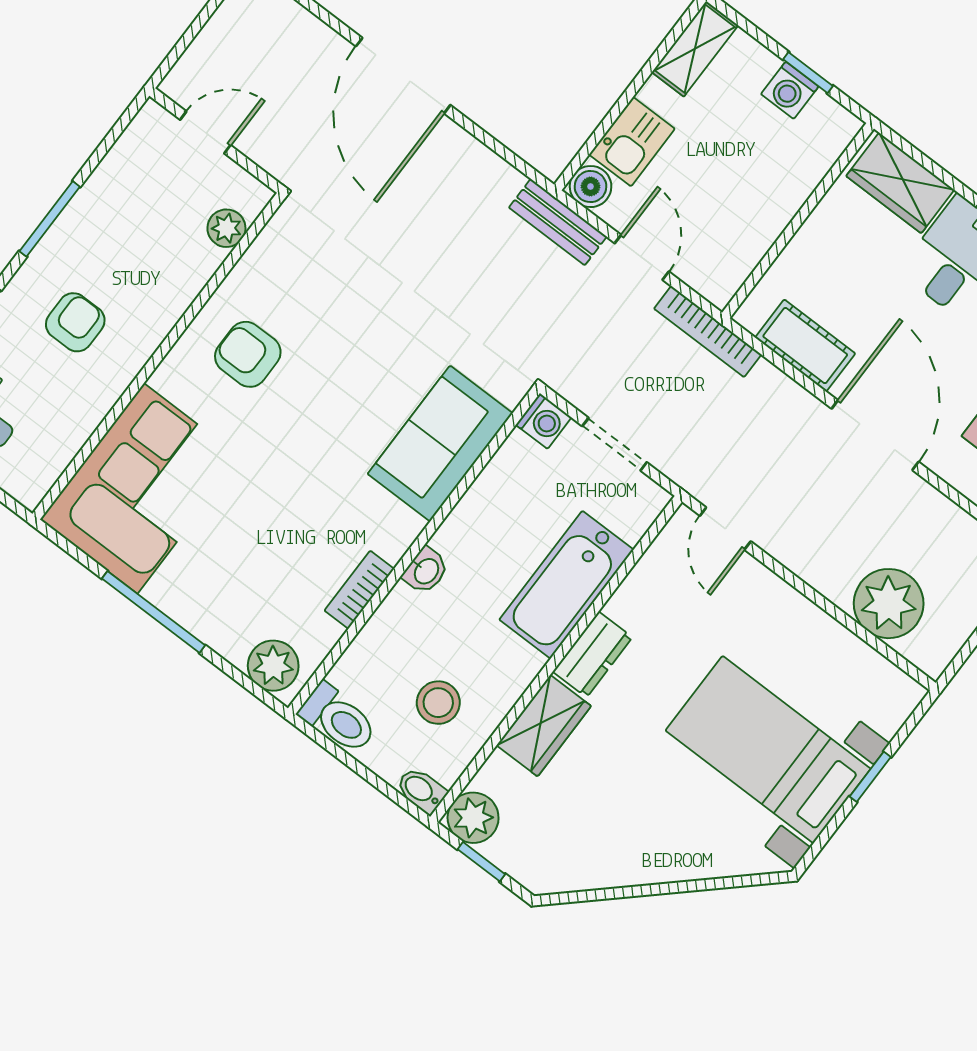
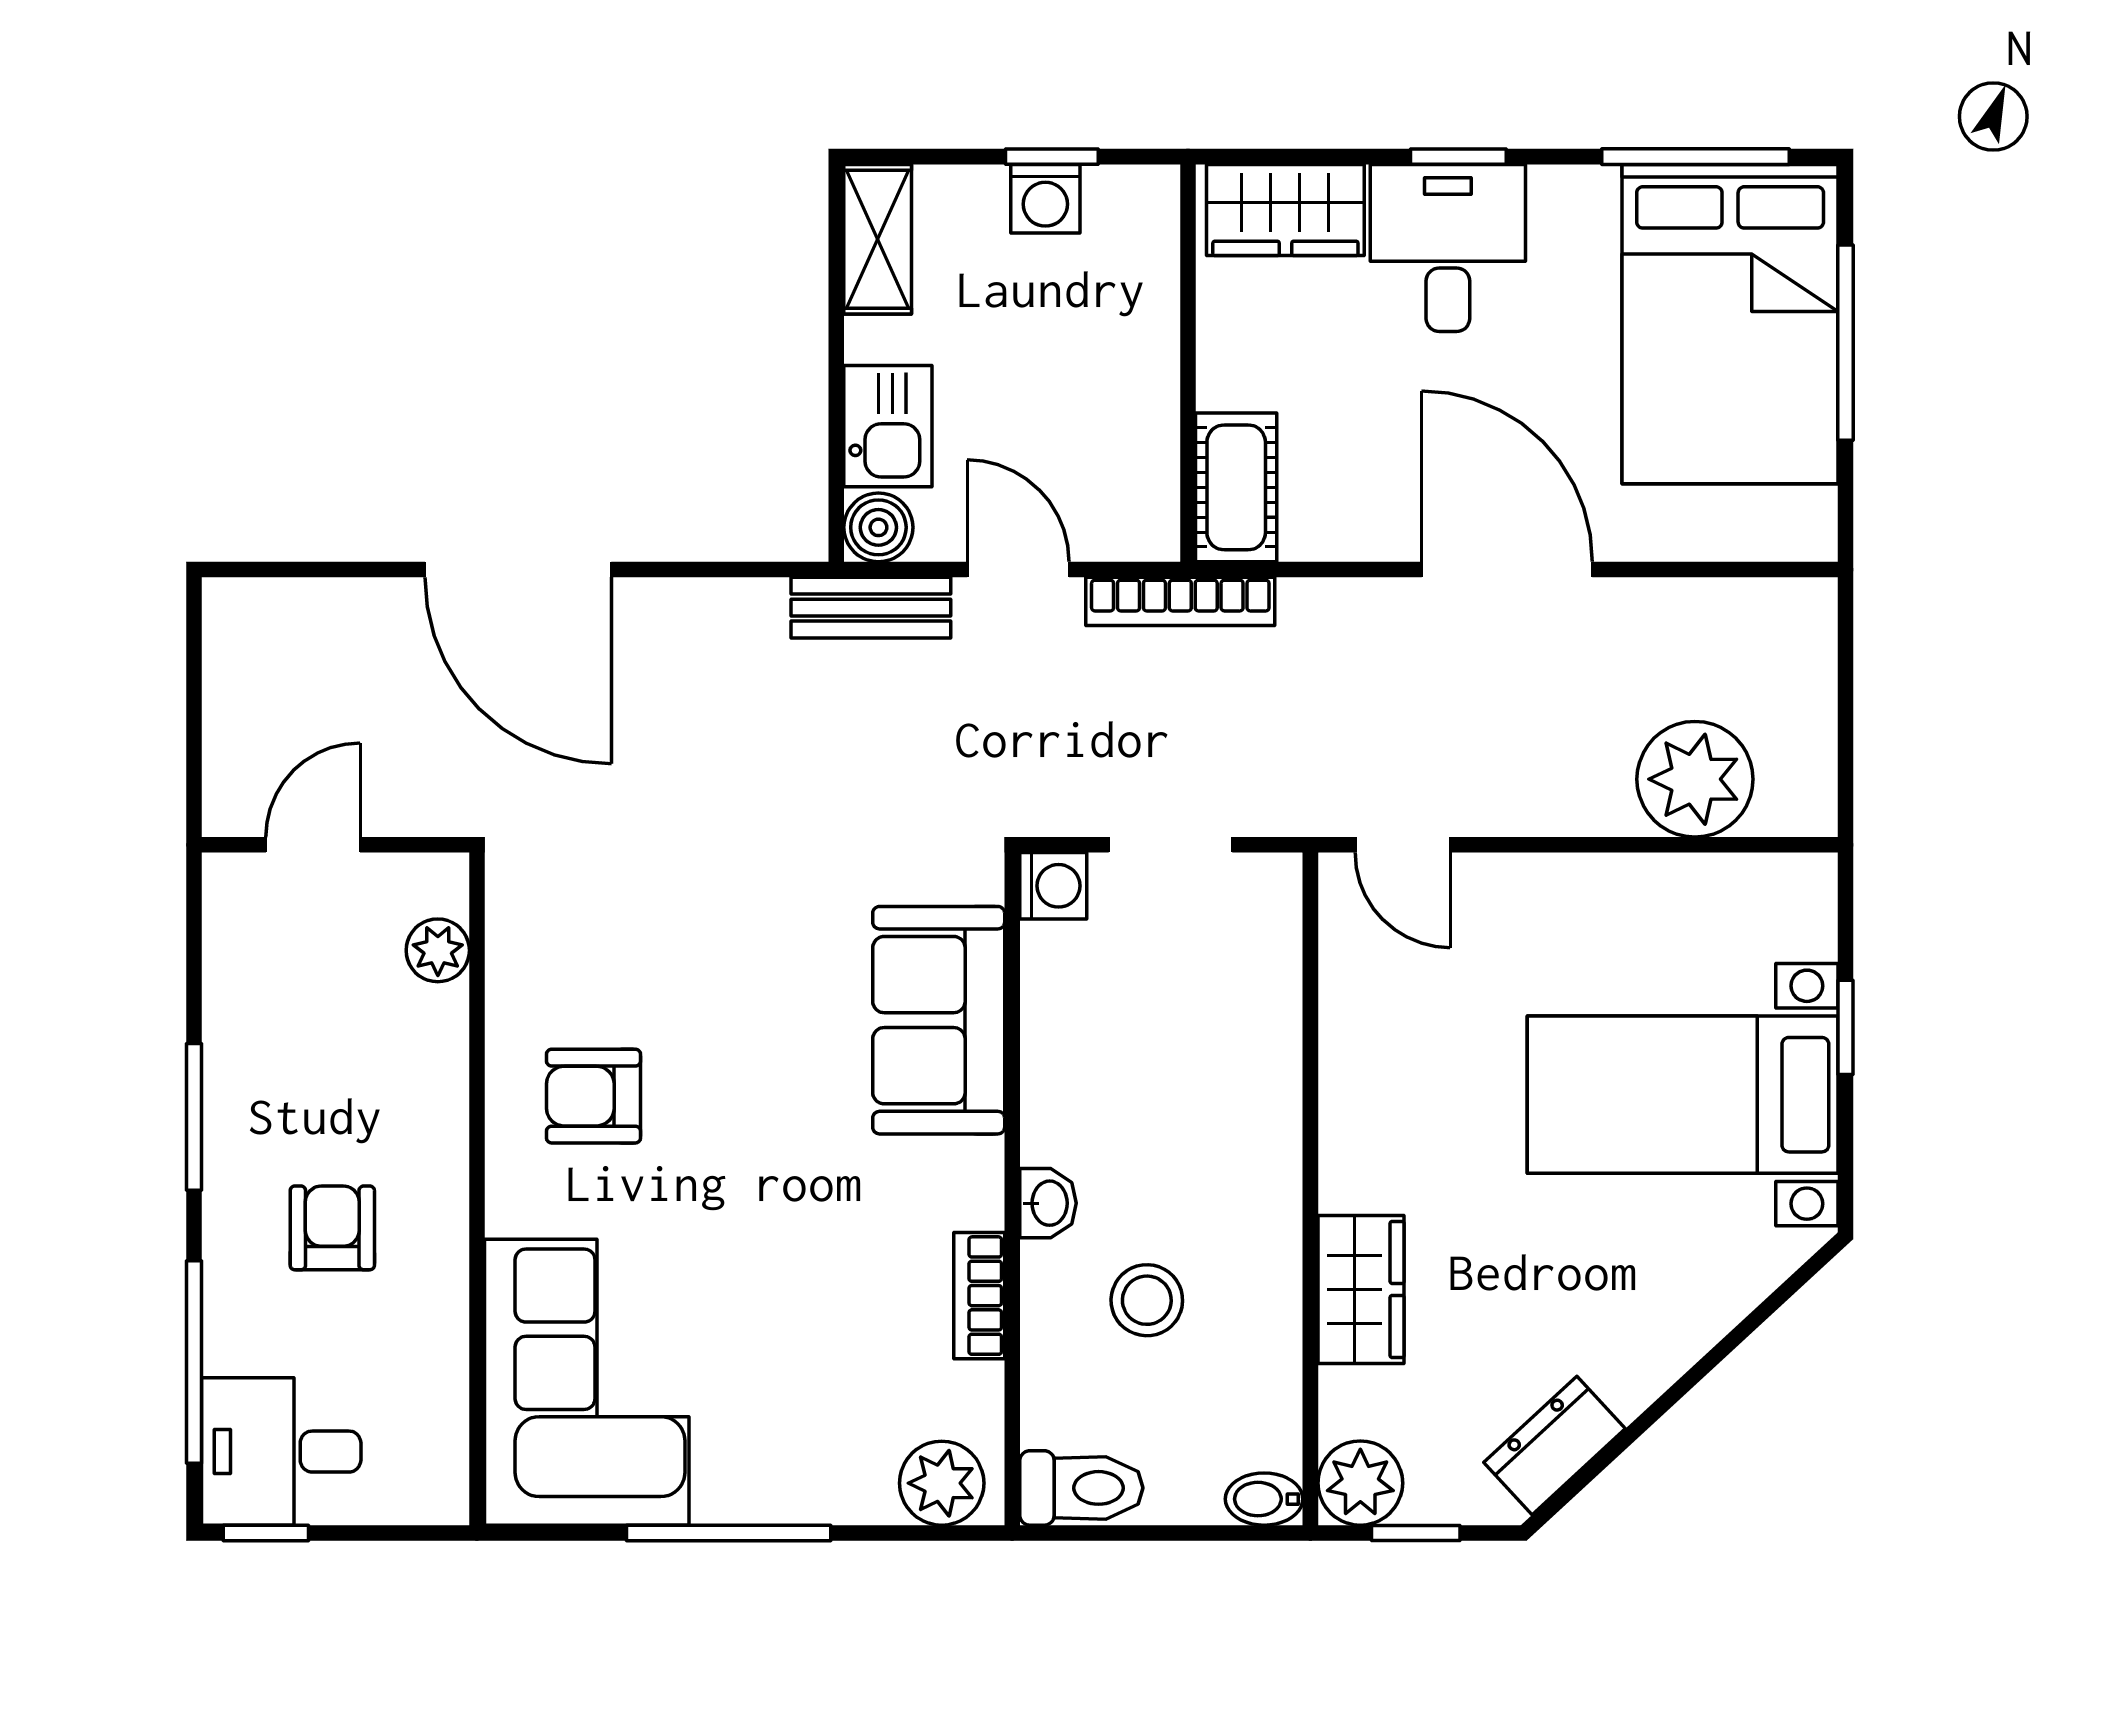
cot: (805, 346) -> (1236, 487), moved, turned 90
bathtub: (566, 585) -> (1249, 1080), removed
dresser: (593, 654) -> (1555, 1445), moved, turned -133
stool: (438, 703) -> (1147, 1300), moved

